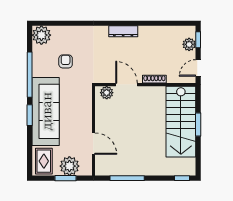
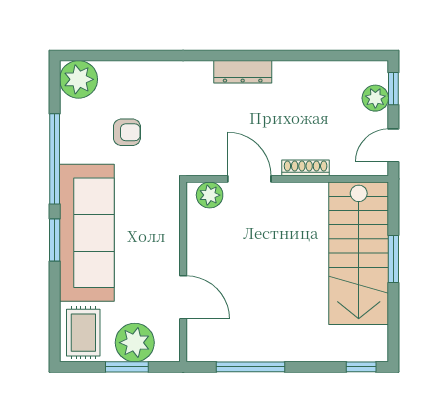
armchair: (66, 61) -> (127, 132), turned 90

